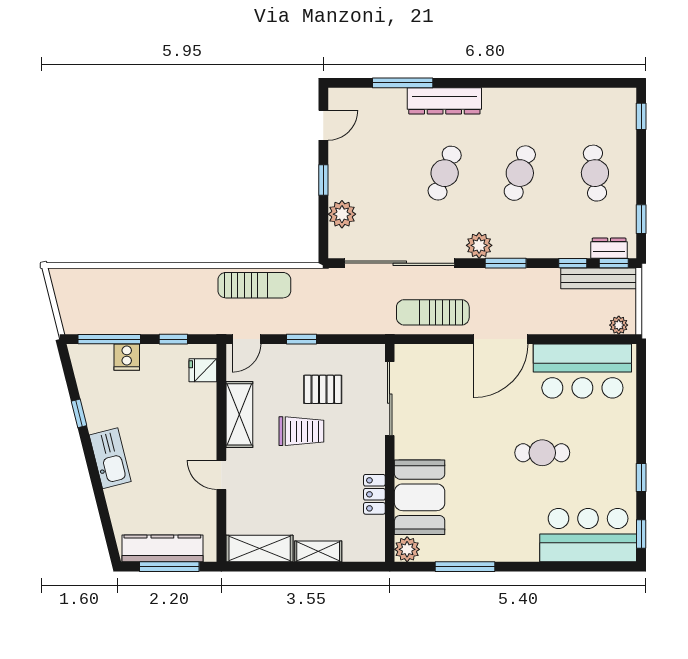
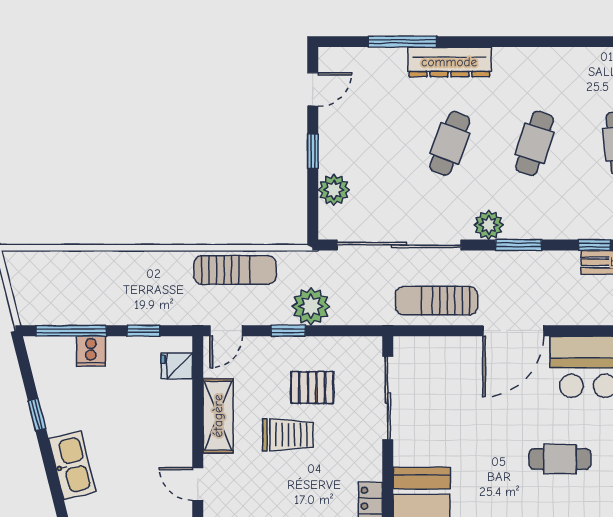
plant: (322, 317) -> (311, 306), added

